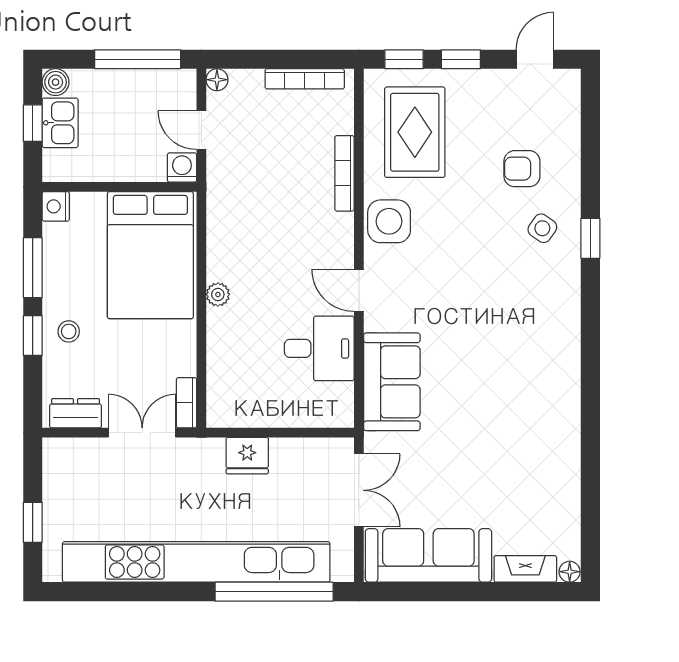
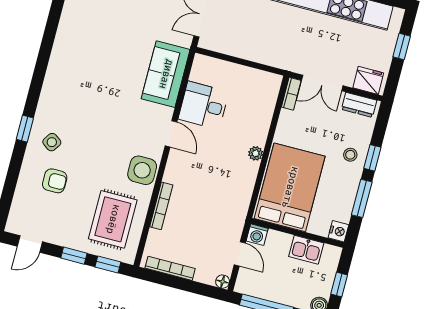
kitchen sink: (60, 123) -> (306, 250), moved, turned -90
fridge: (247, 456) -> (368, 80), moved

